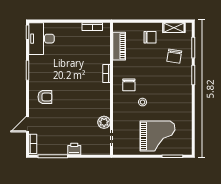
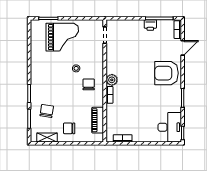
armchair: (45, 97) -> (166, 73), width x1.88, depth x1.88
plant: (104, 122) -> (112, 80), moved
grand piano: (157, 136) -> (62, 37), turned 180
printer: (74, 149) -> (150, 25), moved

